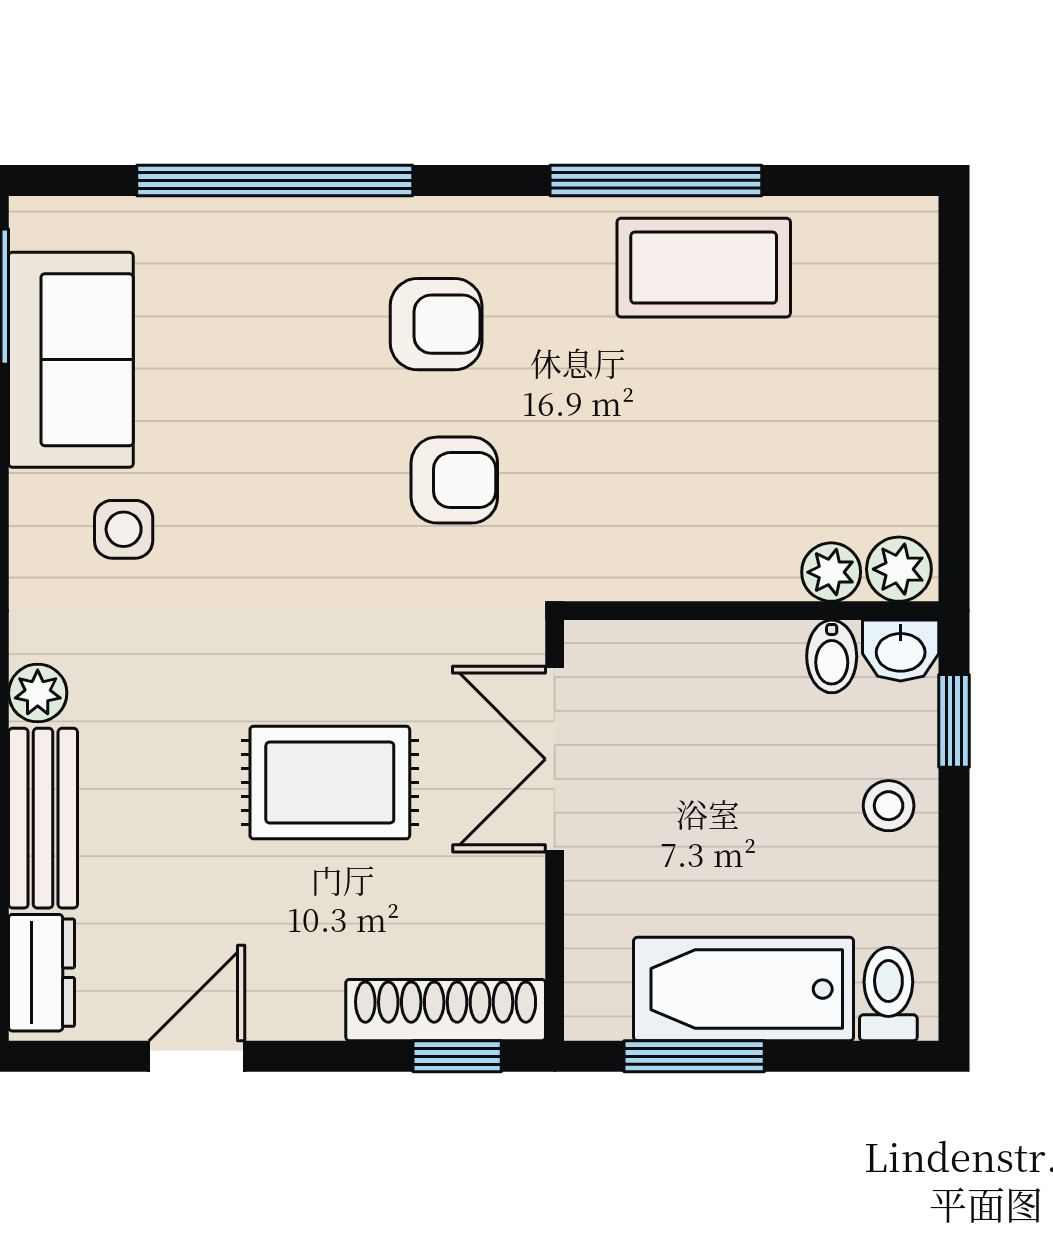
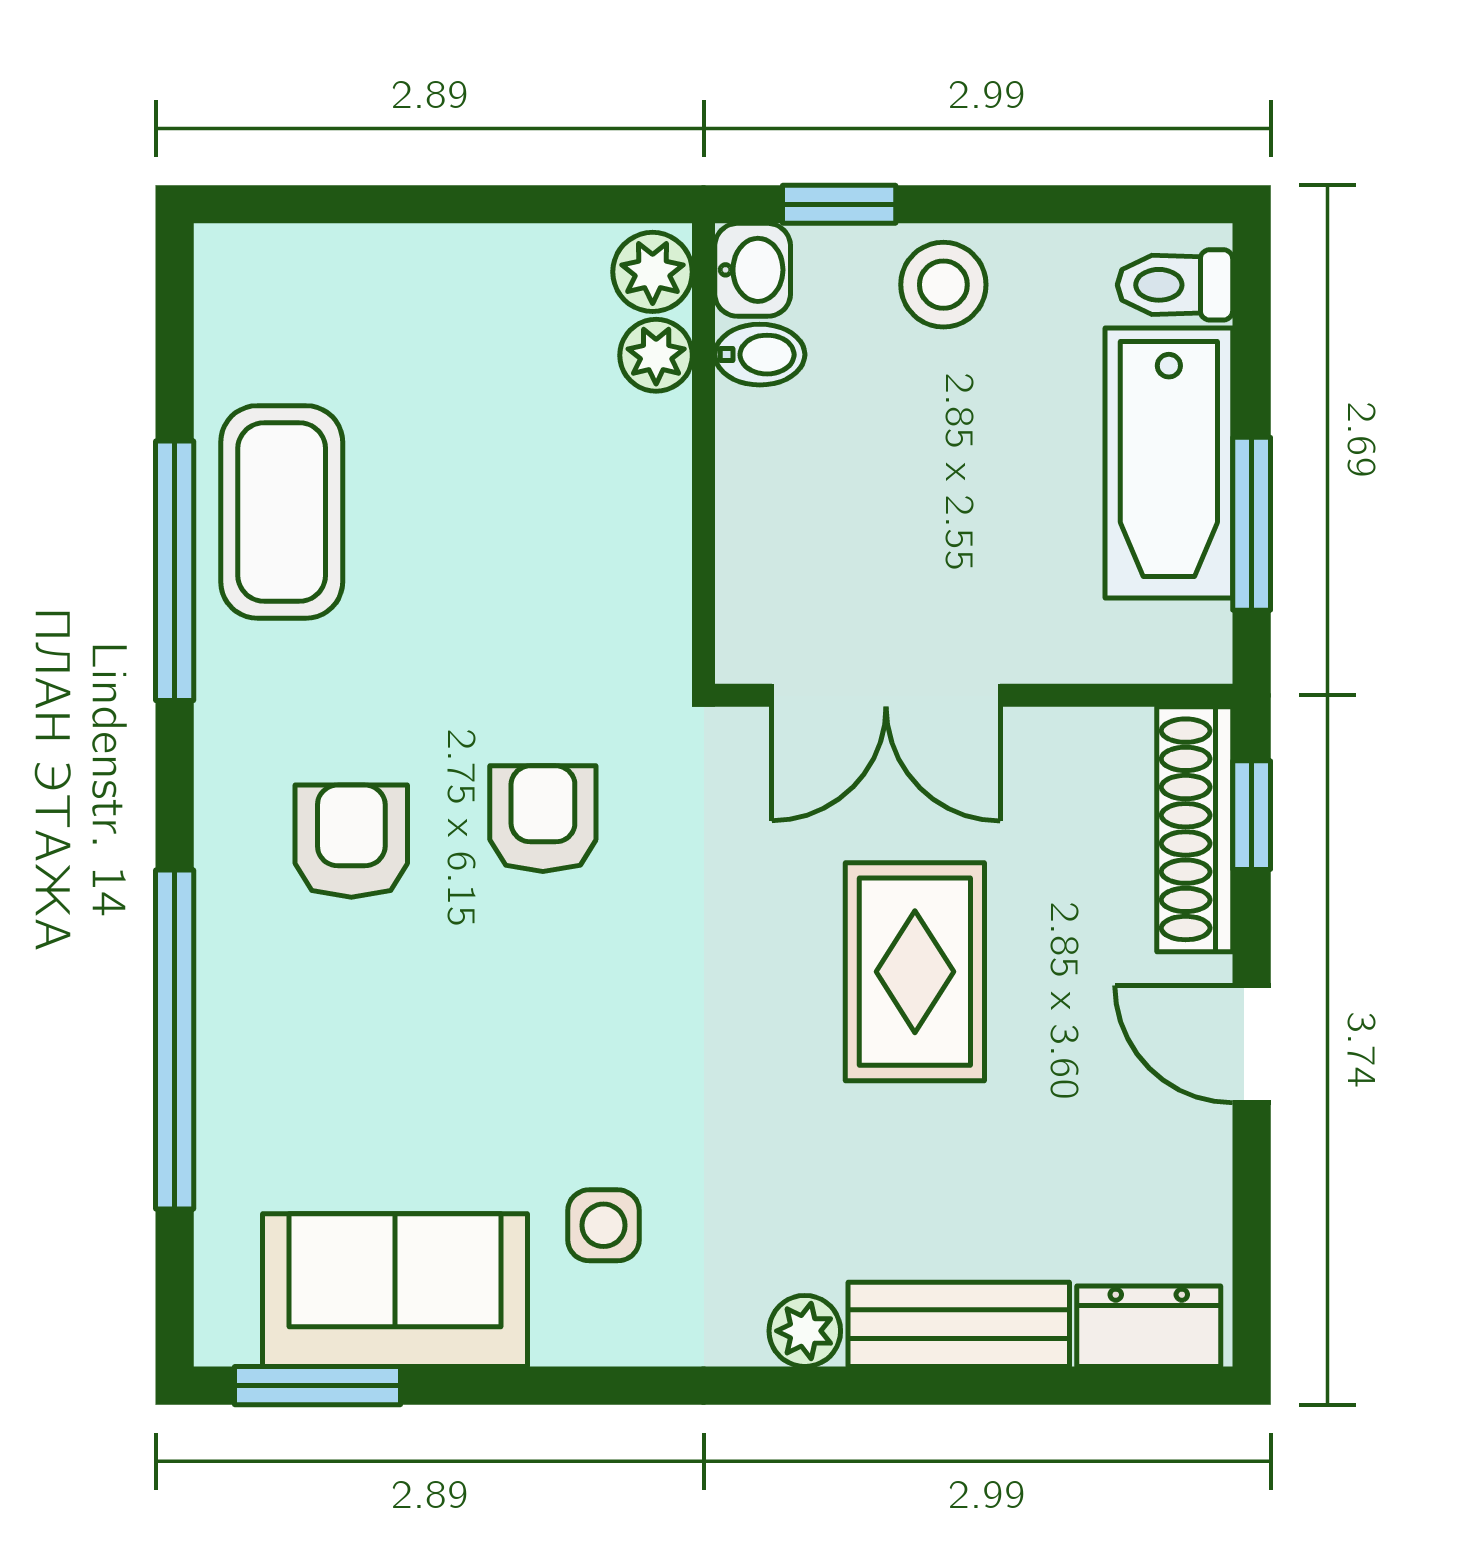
stool: (889, 806) -> (943, 285), width x1.37, depth x1.37
door: (197, 1056) -> (1252, 1044), moved

